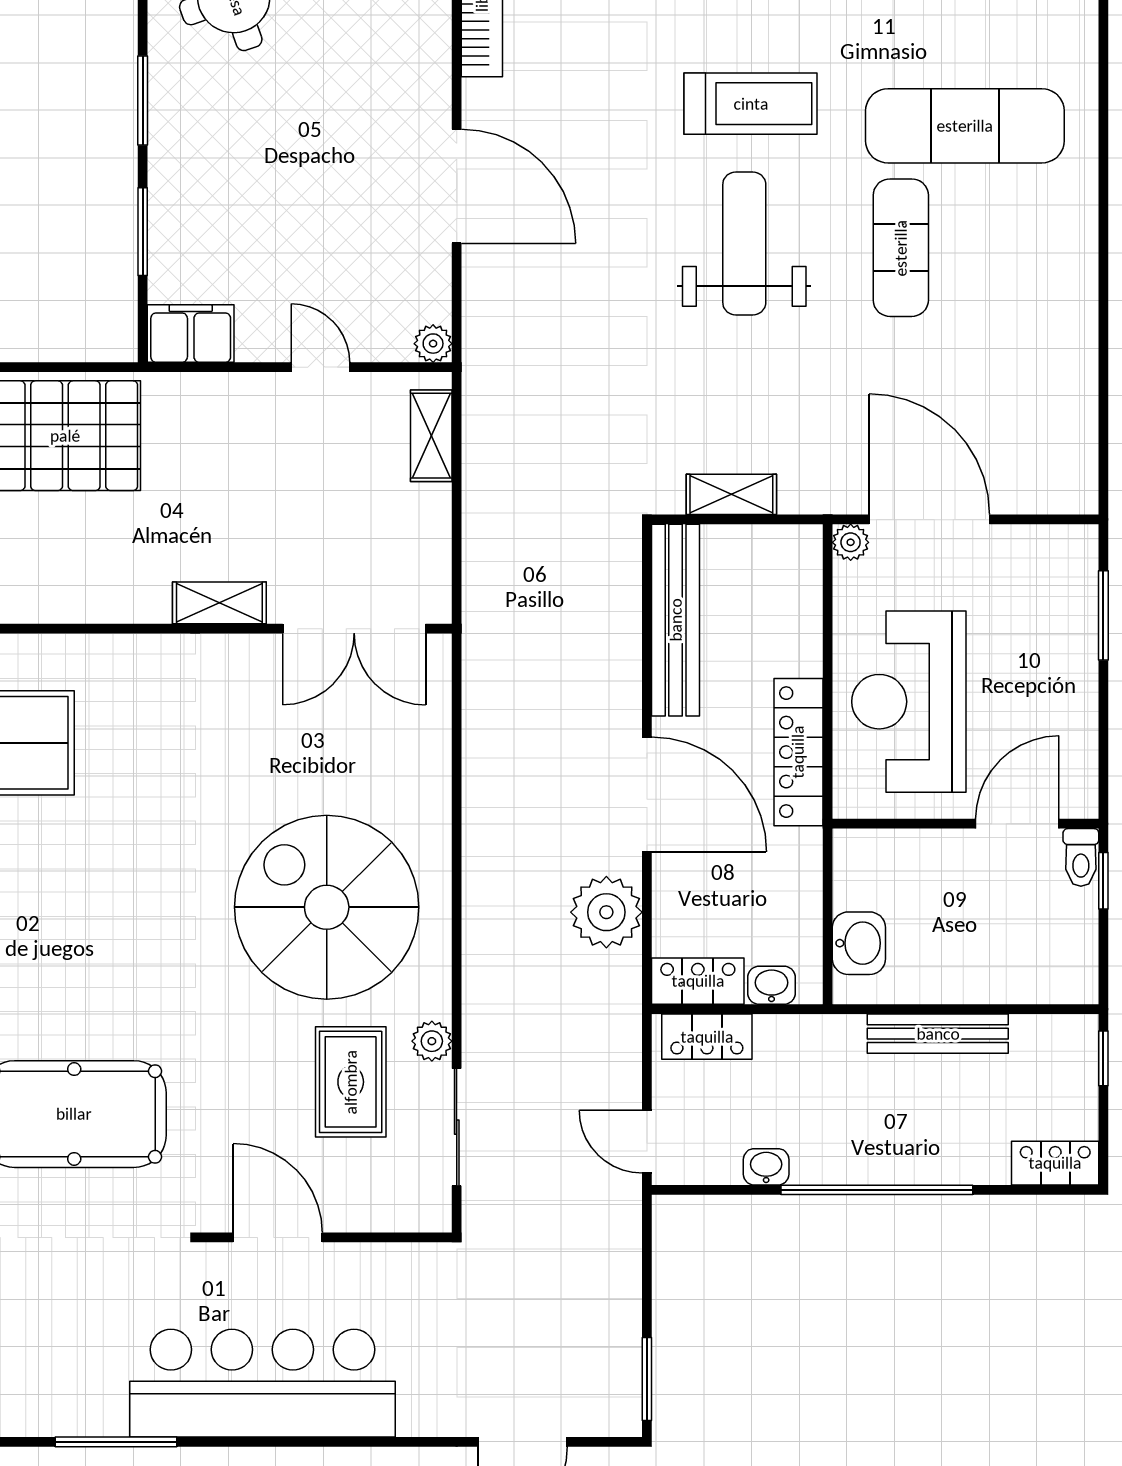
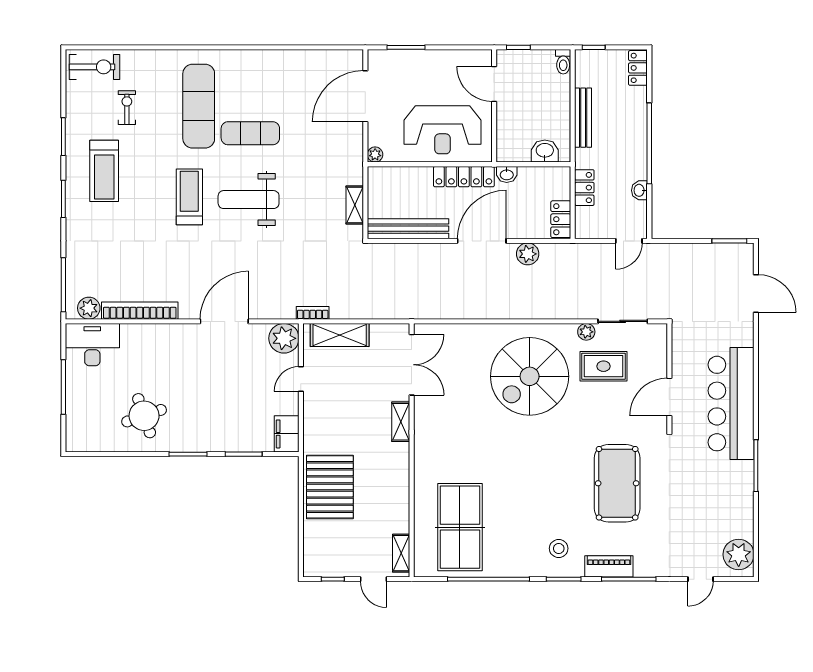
plant: (433, 344) -> (284, 338), width x1.88, depth x1.88
bookcase: (477, 395) -> (313, 313), added
shelving: (431, 436) -> (340, 335), width x1.50, depth x1.33
door: (929, 519) -> (365, 96), moved
toilet: (1081, 857) -> (563, 62), moved, turned 90
plant: (606, 912) -> (528, 254), width x0.73, depth x0.73
washbasin: (772, 985) -> (507, 174), moved, turned -90
locker: (707, 1037) -> (584, 188), moved

